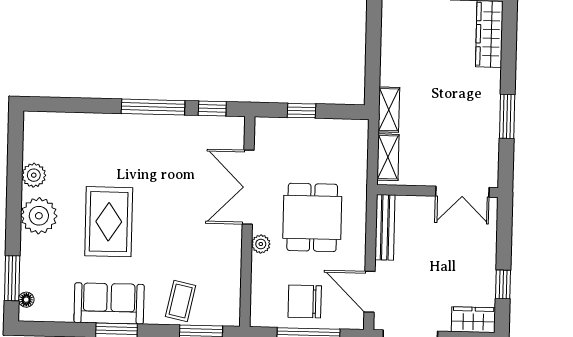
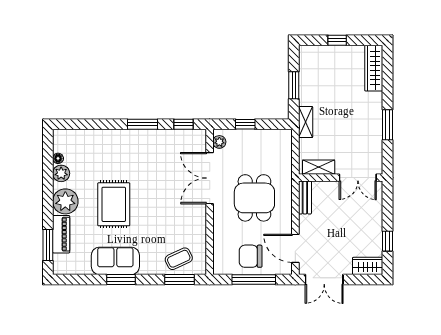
window: (373, 56) -> (294, 85), added
window: (153, 107) -> (143, 124), width x0.69
shelving: (388, 157) -> (319, 167), moved, turned 90
bench: (385, 227) -> (305, 198), width x0.73
plant: (261, 244) -> (219, 142), moved
piano: (32, 263) -> (61, 234), added
floor lamp: (26, 300) -> (58, 158), moved
coffee table: (181, 301) -> (179, 259), moved, turned 53

